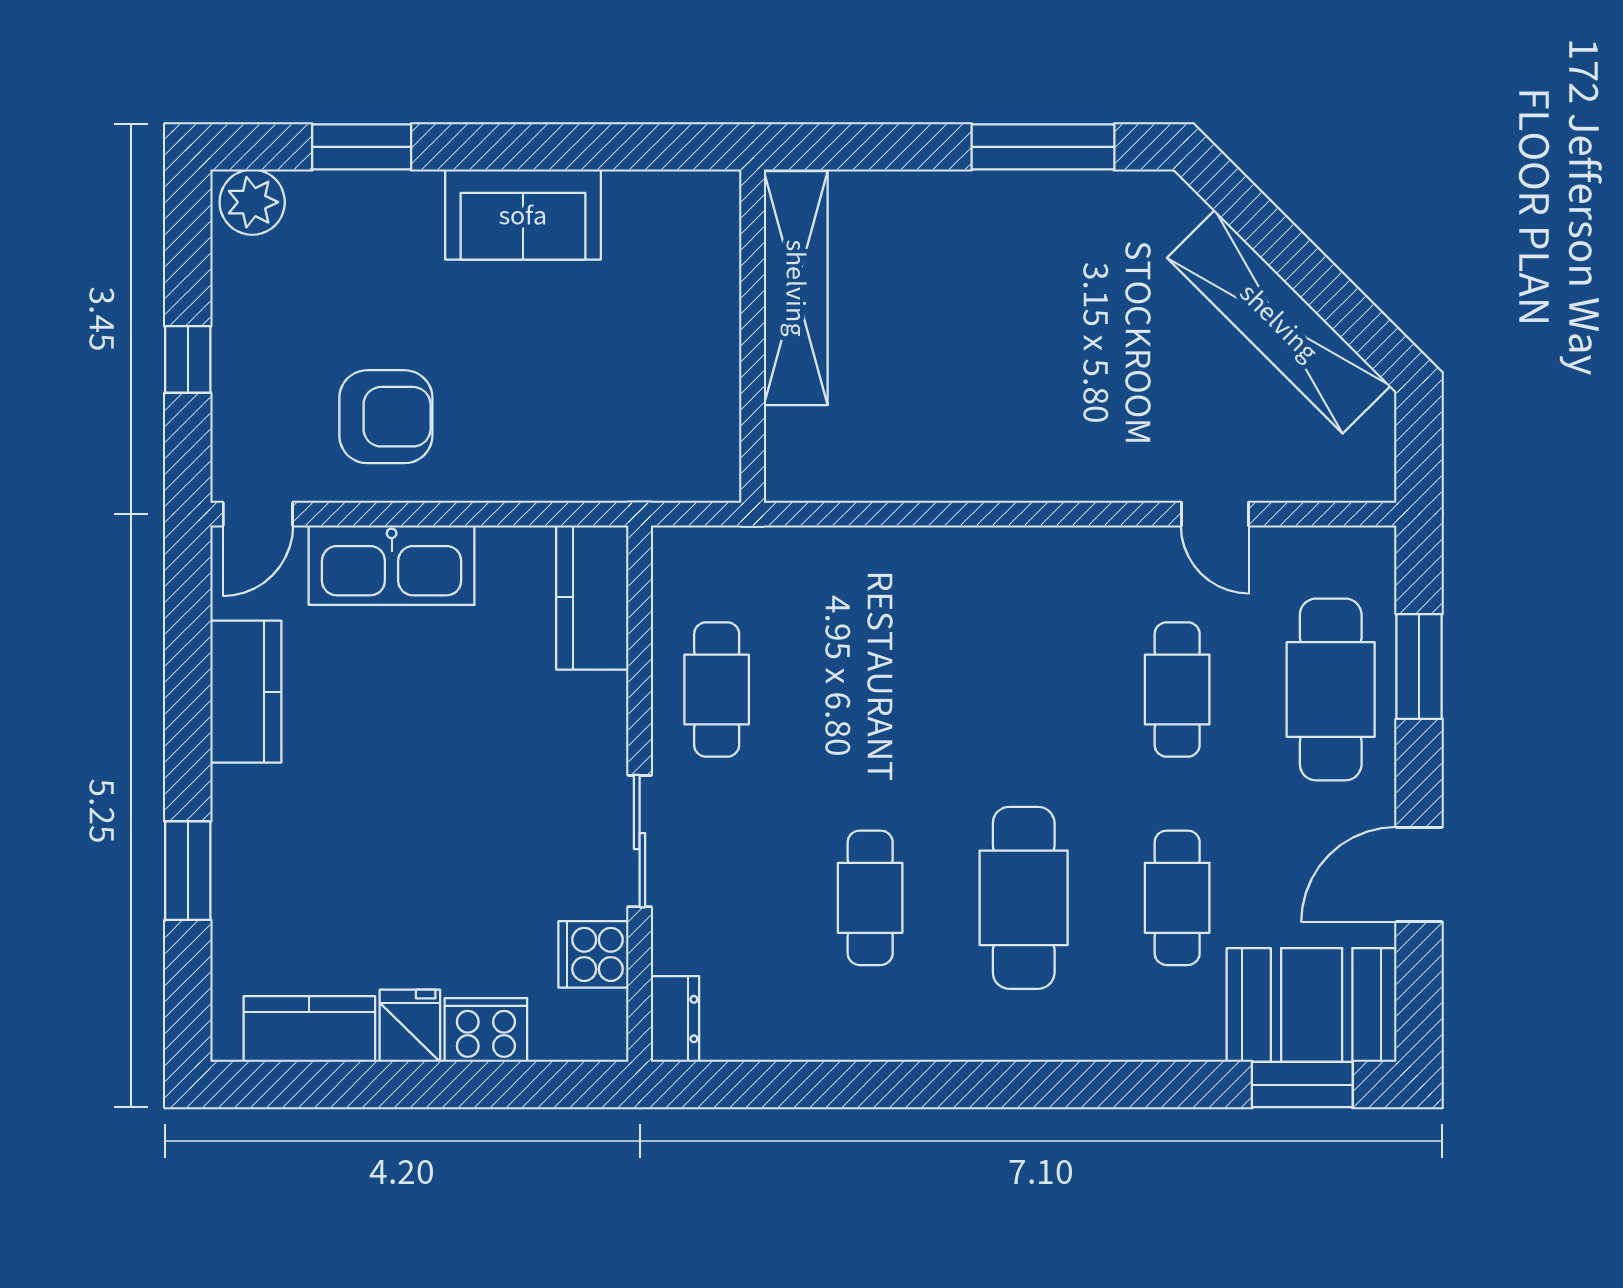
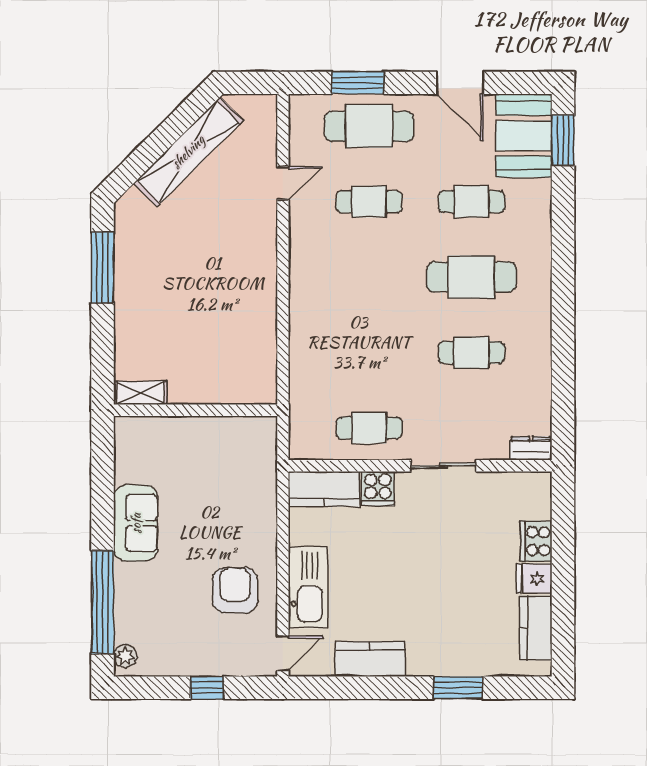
window: (362, 147) -> (103, 602), width x2.11
plant: (252, 202) -> (125, 656), width x0.73, depth x0.73
shelving: (796, 288) -> (141, 393), width x0.45, depth x0.75
door: (258, 514) -> (283, 653), hinge flipped
cooker: (593, 954) -> (378, 488), moved

